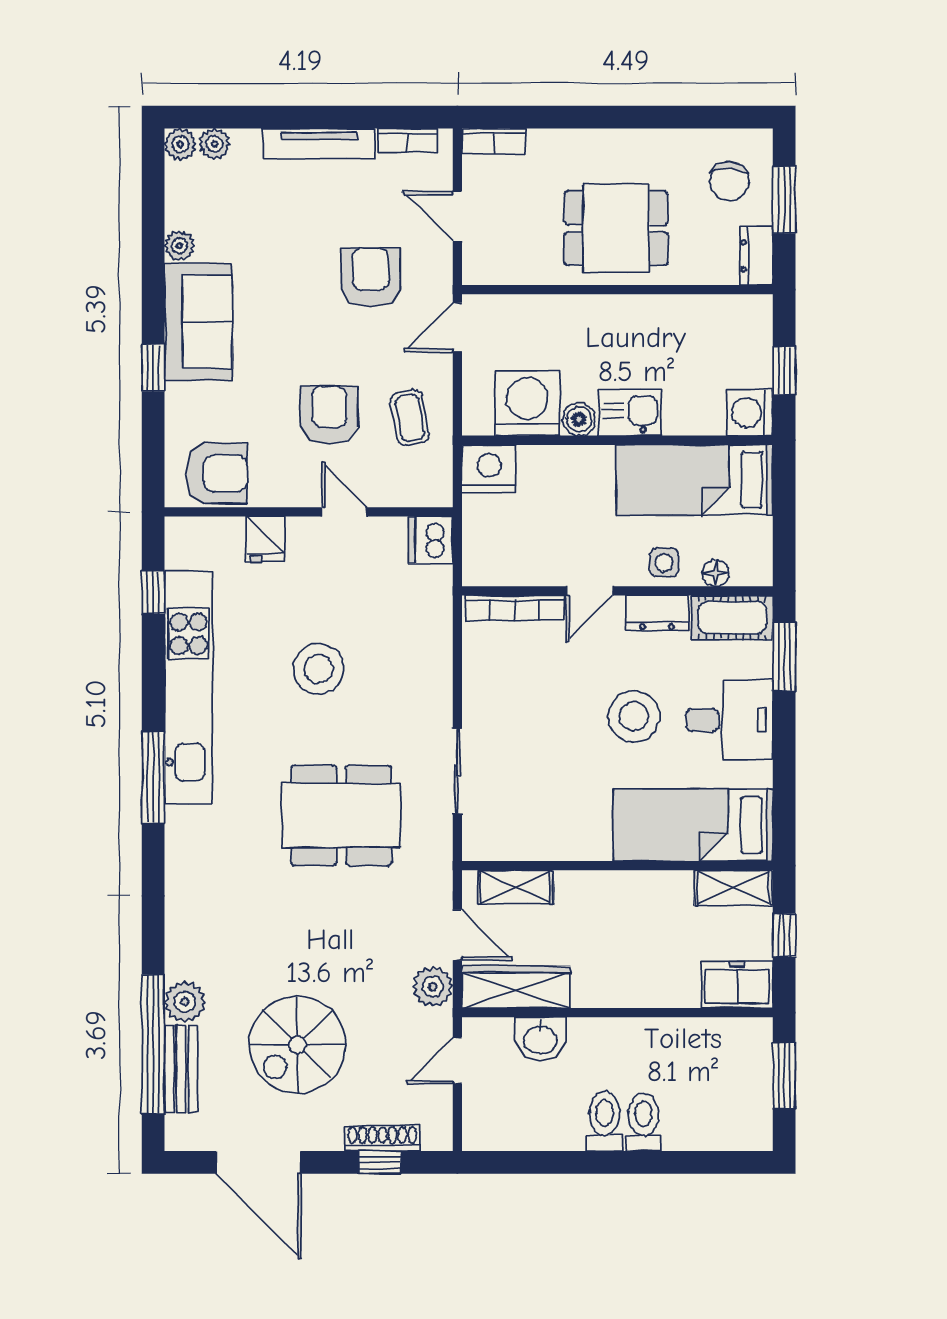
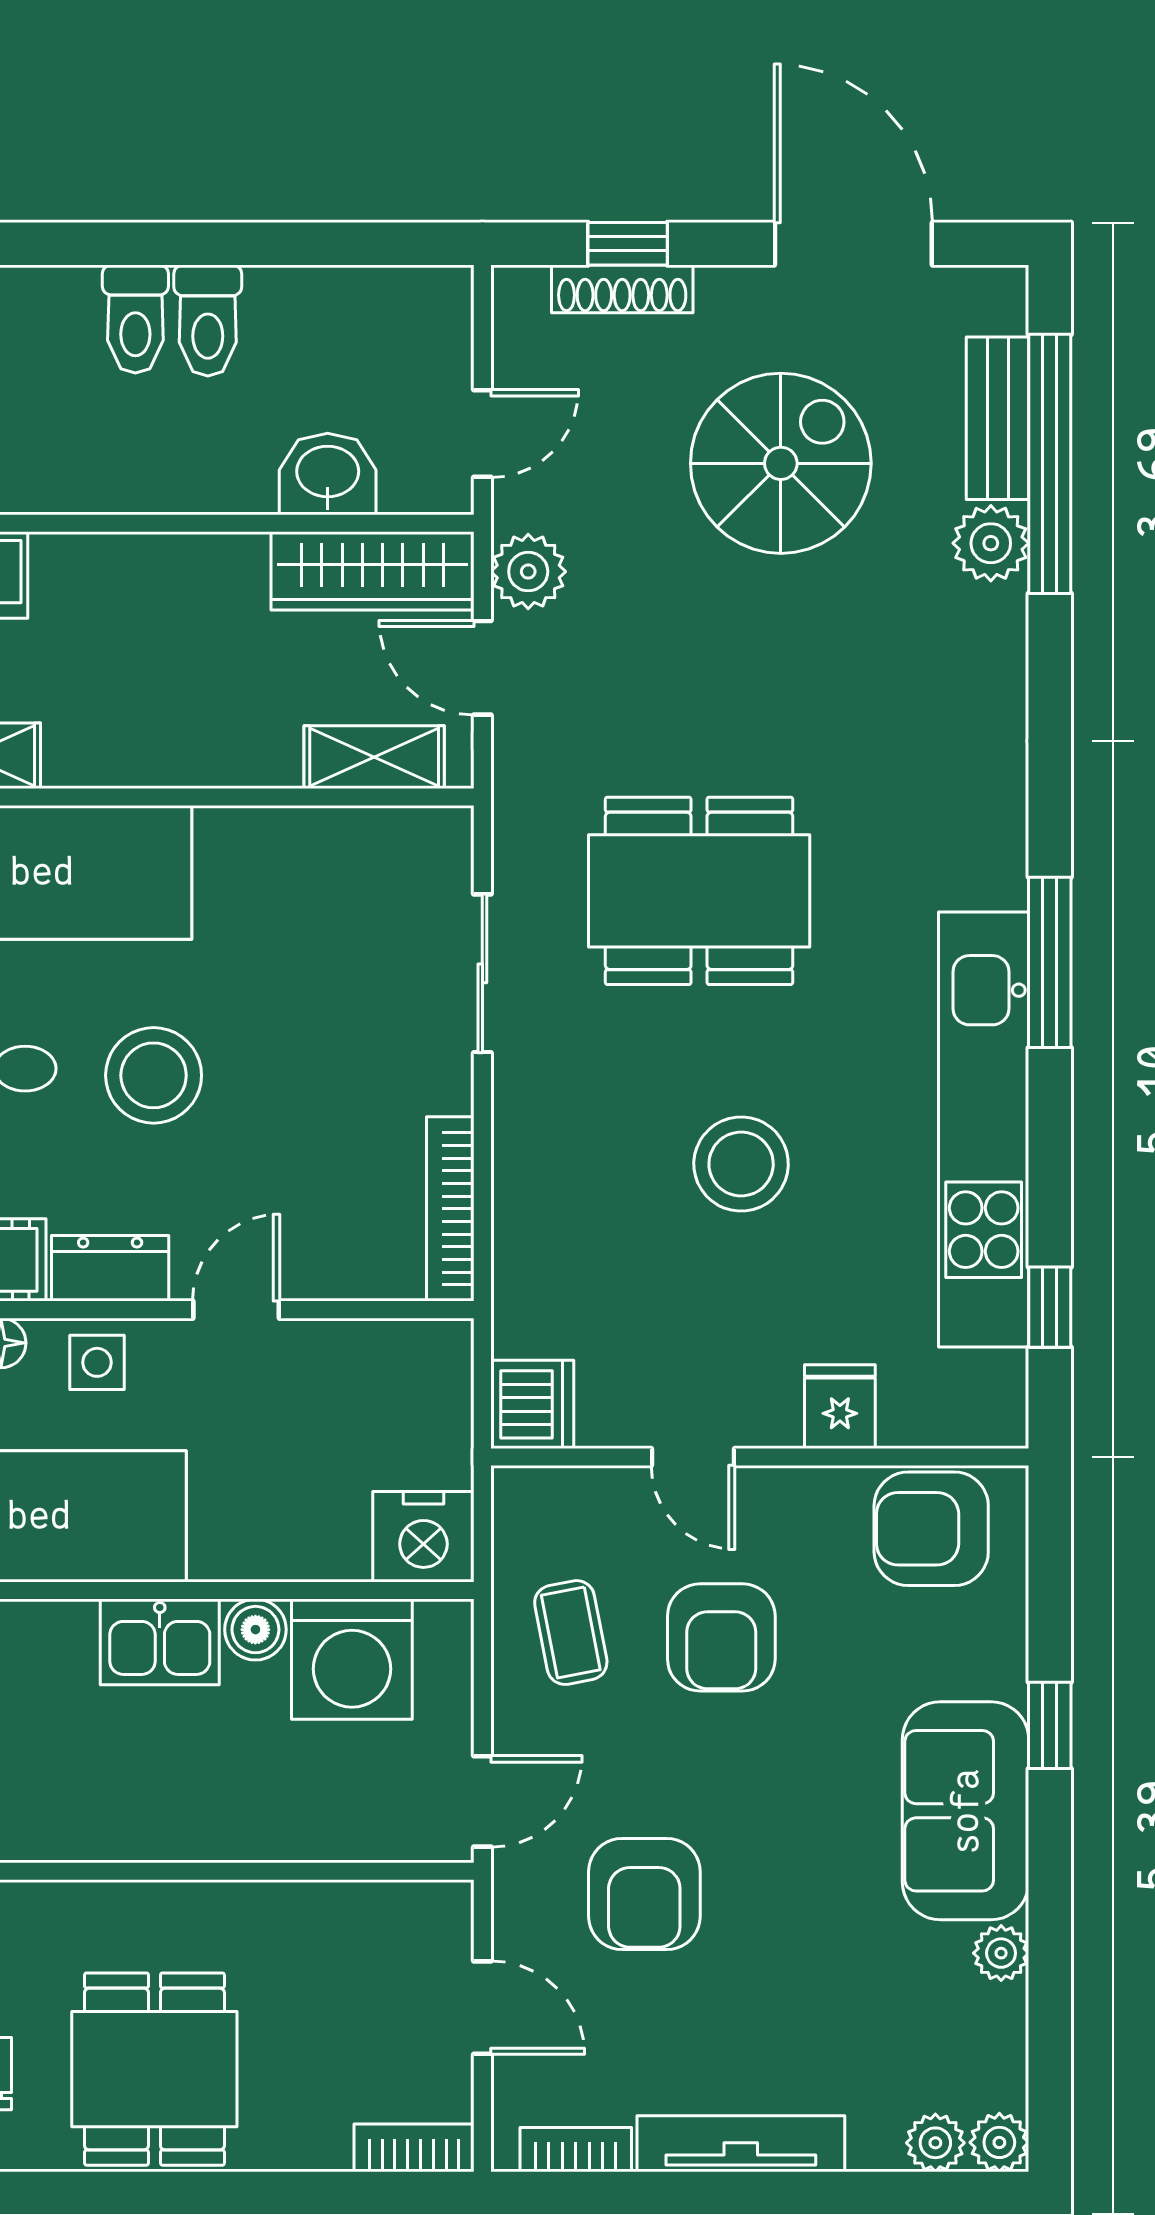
dining table: (616, 228) -> (154, 2069), moved, turned 90
bookcase: (515, 608) -> (450, 1209), moved, turned -90

